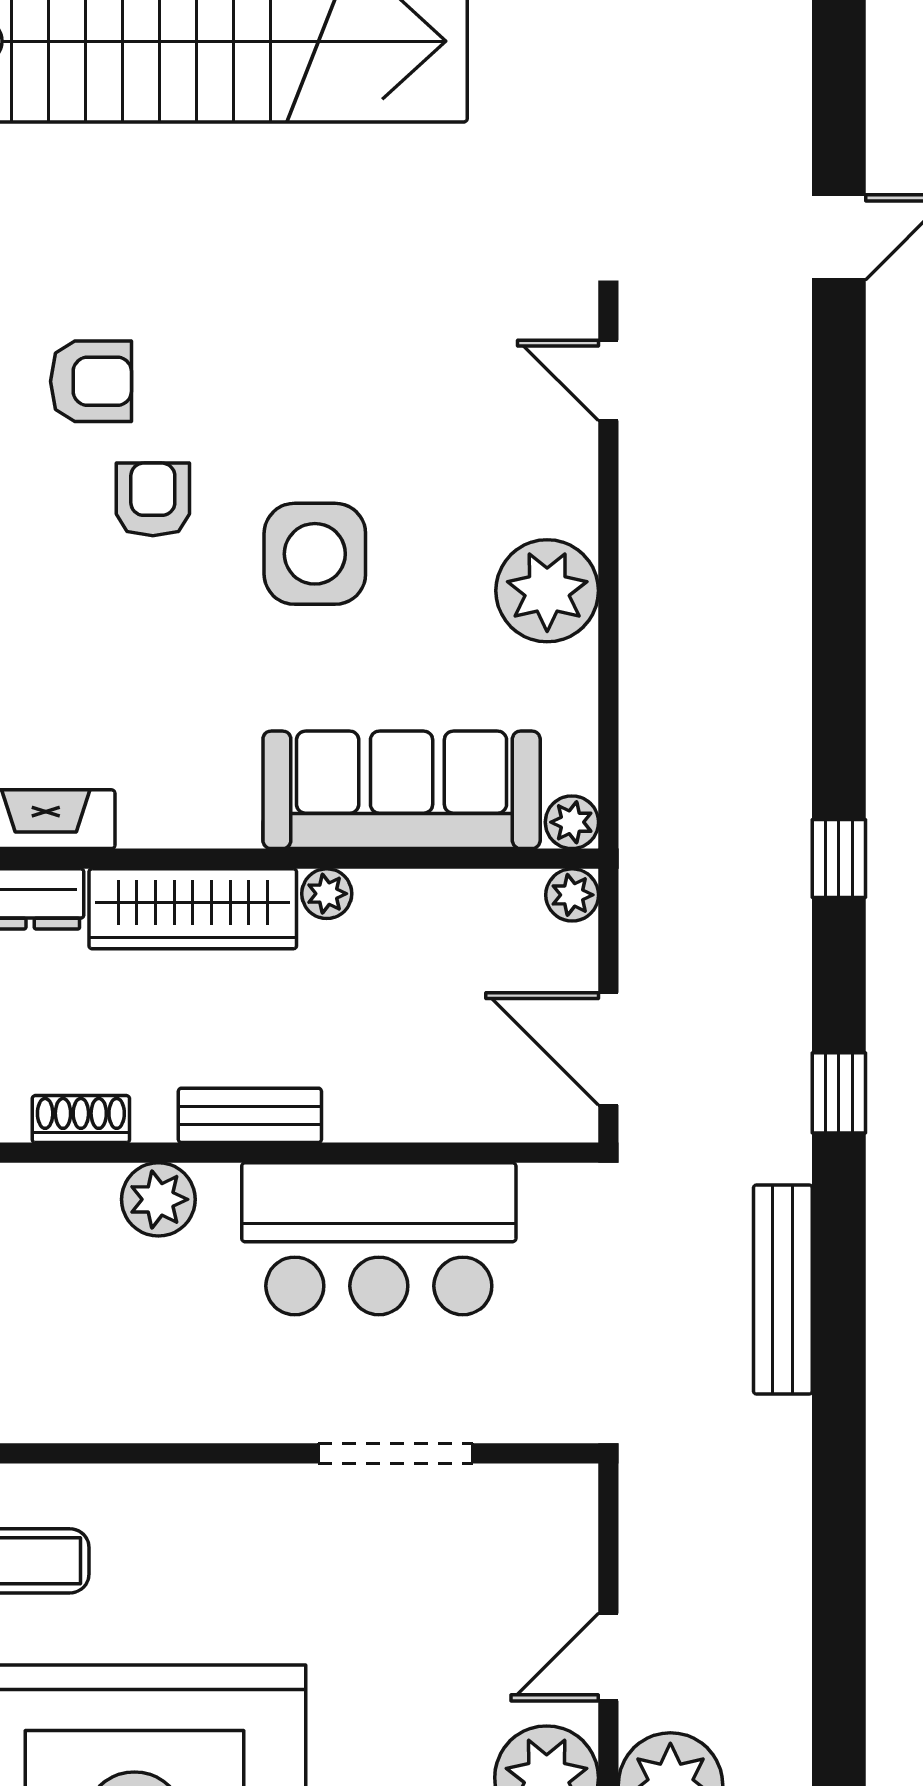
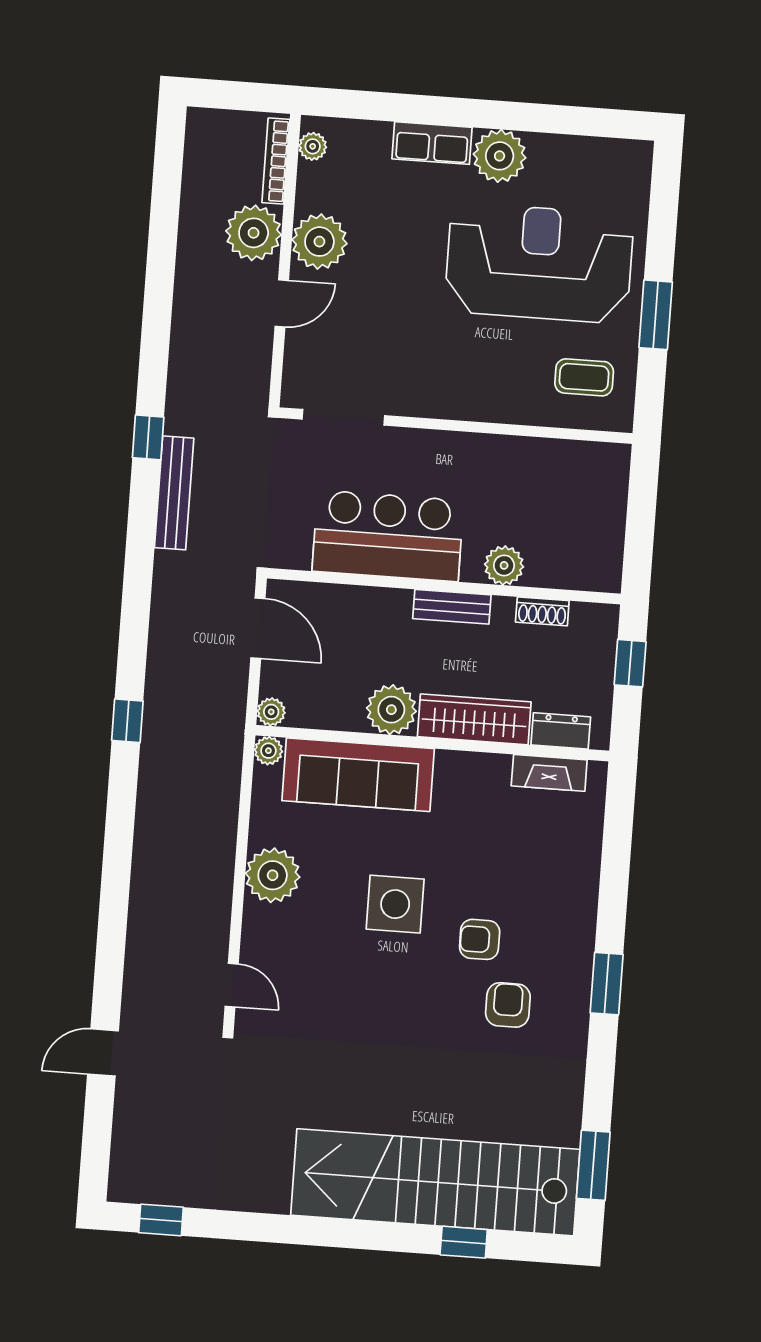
armchair: (91, 381) -> (508, 1005), turned 90
armchair: (153, 499) -> (480, 939), turned 90
plant: (327, 894) -> (391, 710), width x1.87, depth x1.87
window: (839, 1093) -> (148, 437), moved
doorway: (396, 1453) -> (343, 417), moved

